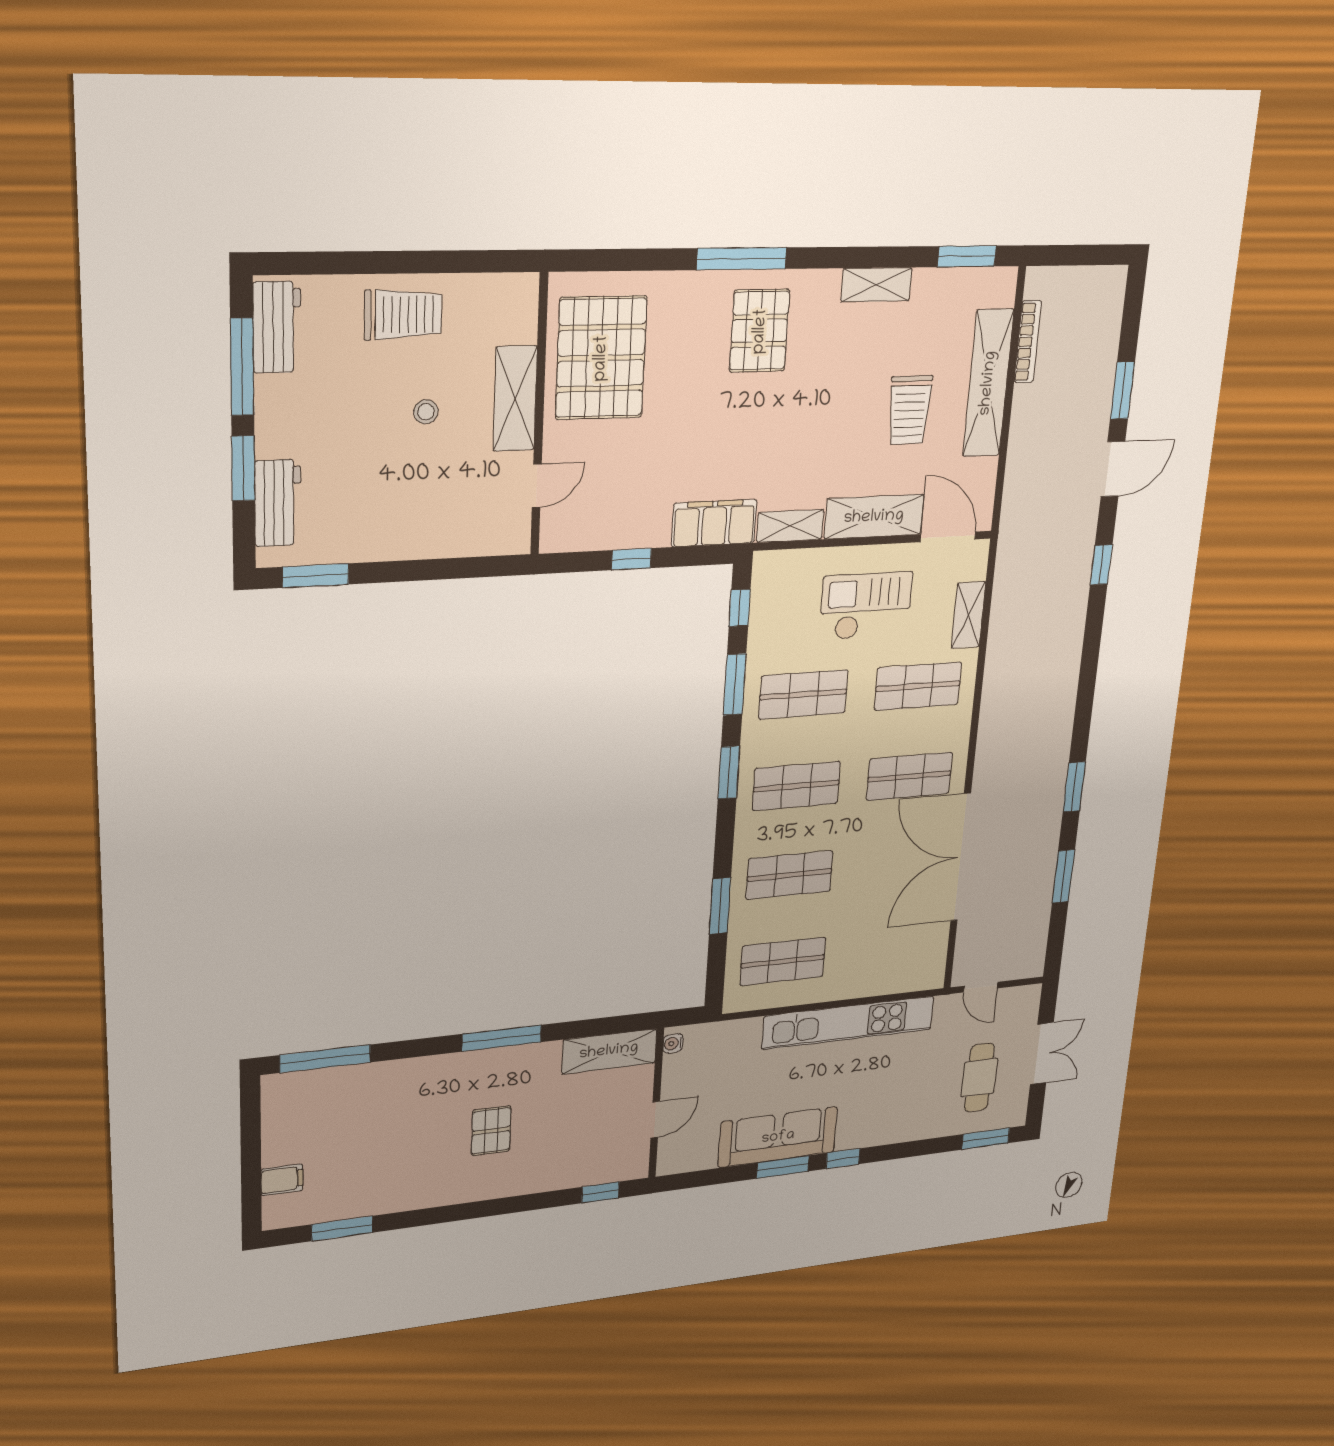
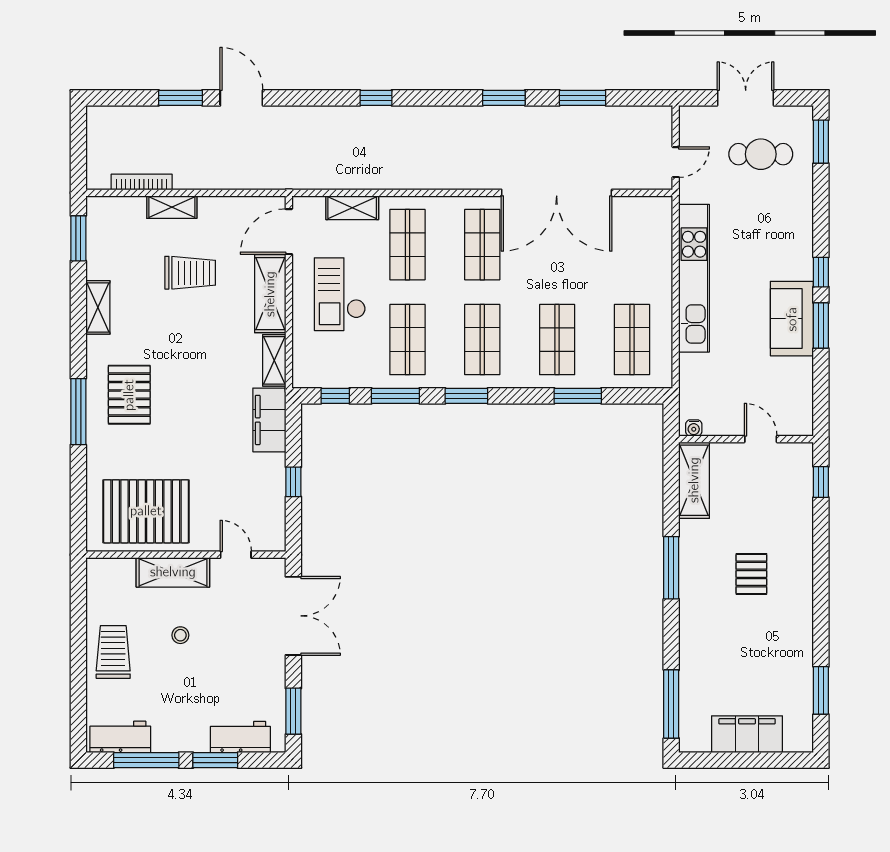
pallet: (760, 331) -> (129, 395), turned 90
shelving: (988, 383) -> (172, 207), width x0.45, depth x0.75
window: (1101, 565) -> (376, 98), moved
double door: (450, 569) -> (293, 616), added
pallet: (491, 1131) -> (751, 574), turned 90
sofa: (778, 1137) -> (792, 319), width x0.73
filing cabinet: (282, 1180) -> (747, 734), width x3.00, depth x1.17

